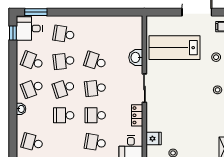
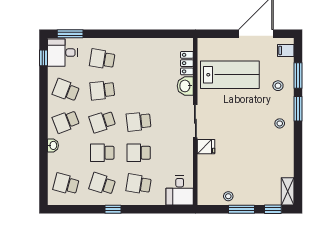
lab bench: (174, 48) -> (230, 75), turned 180
school desk: (95, 61) -> (102, 184), moved
locker: (137, 115) -> (187, 63), moved
fridge: (154, 139) -> (206, 147), moved

